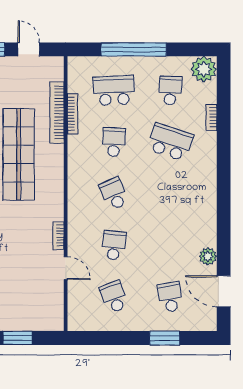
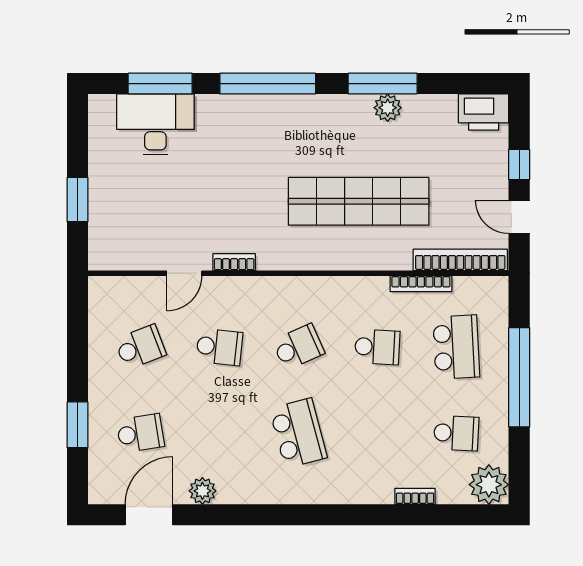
door: (29, 49) -> (519, 217), swing flipped
bookcase: (57, 113) -> (460, 260), moved
school desk: (170, 142) -> (298, 433), moved, turned -33

